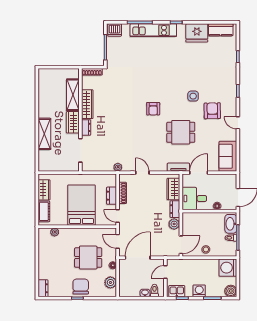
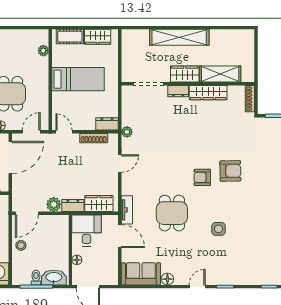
armchair: (212, 111) -> (230, 171), moved
door: (238, 123) -> (197, 287), moved
shelving: (44, 134) -> (179, 37), width x1.47
floor lamp: (232, 136) -> (167, 279), added
dresser: (112, 196) -> (107, 124), moved
bed: (81, 205) -> (78, 79), width x0.67
door: (118, 216) -> (64, 132), hinge flipped
door: (181, 245) -> (27, 213), hinge flipped
door: (138, 258) -> (10, 157), hinge flipped

